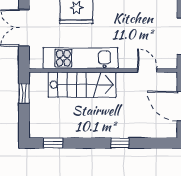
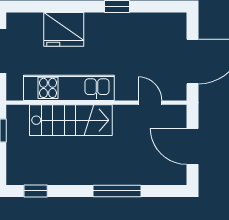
window: (120, 143) -> (117, 191), width x2.17

